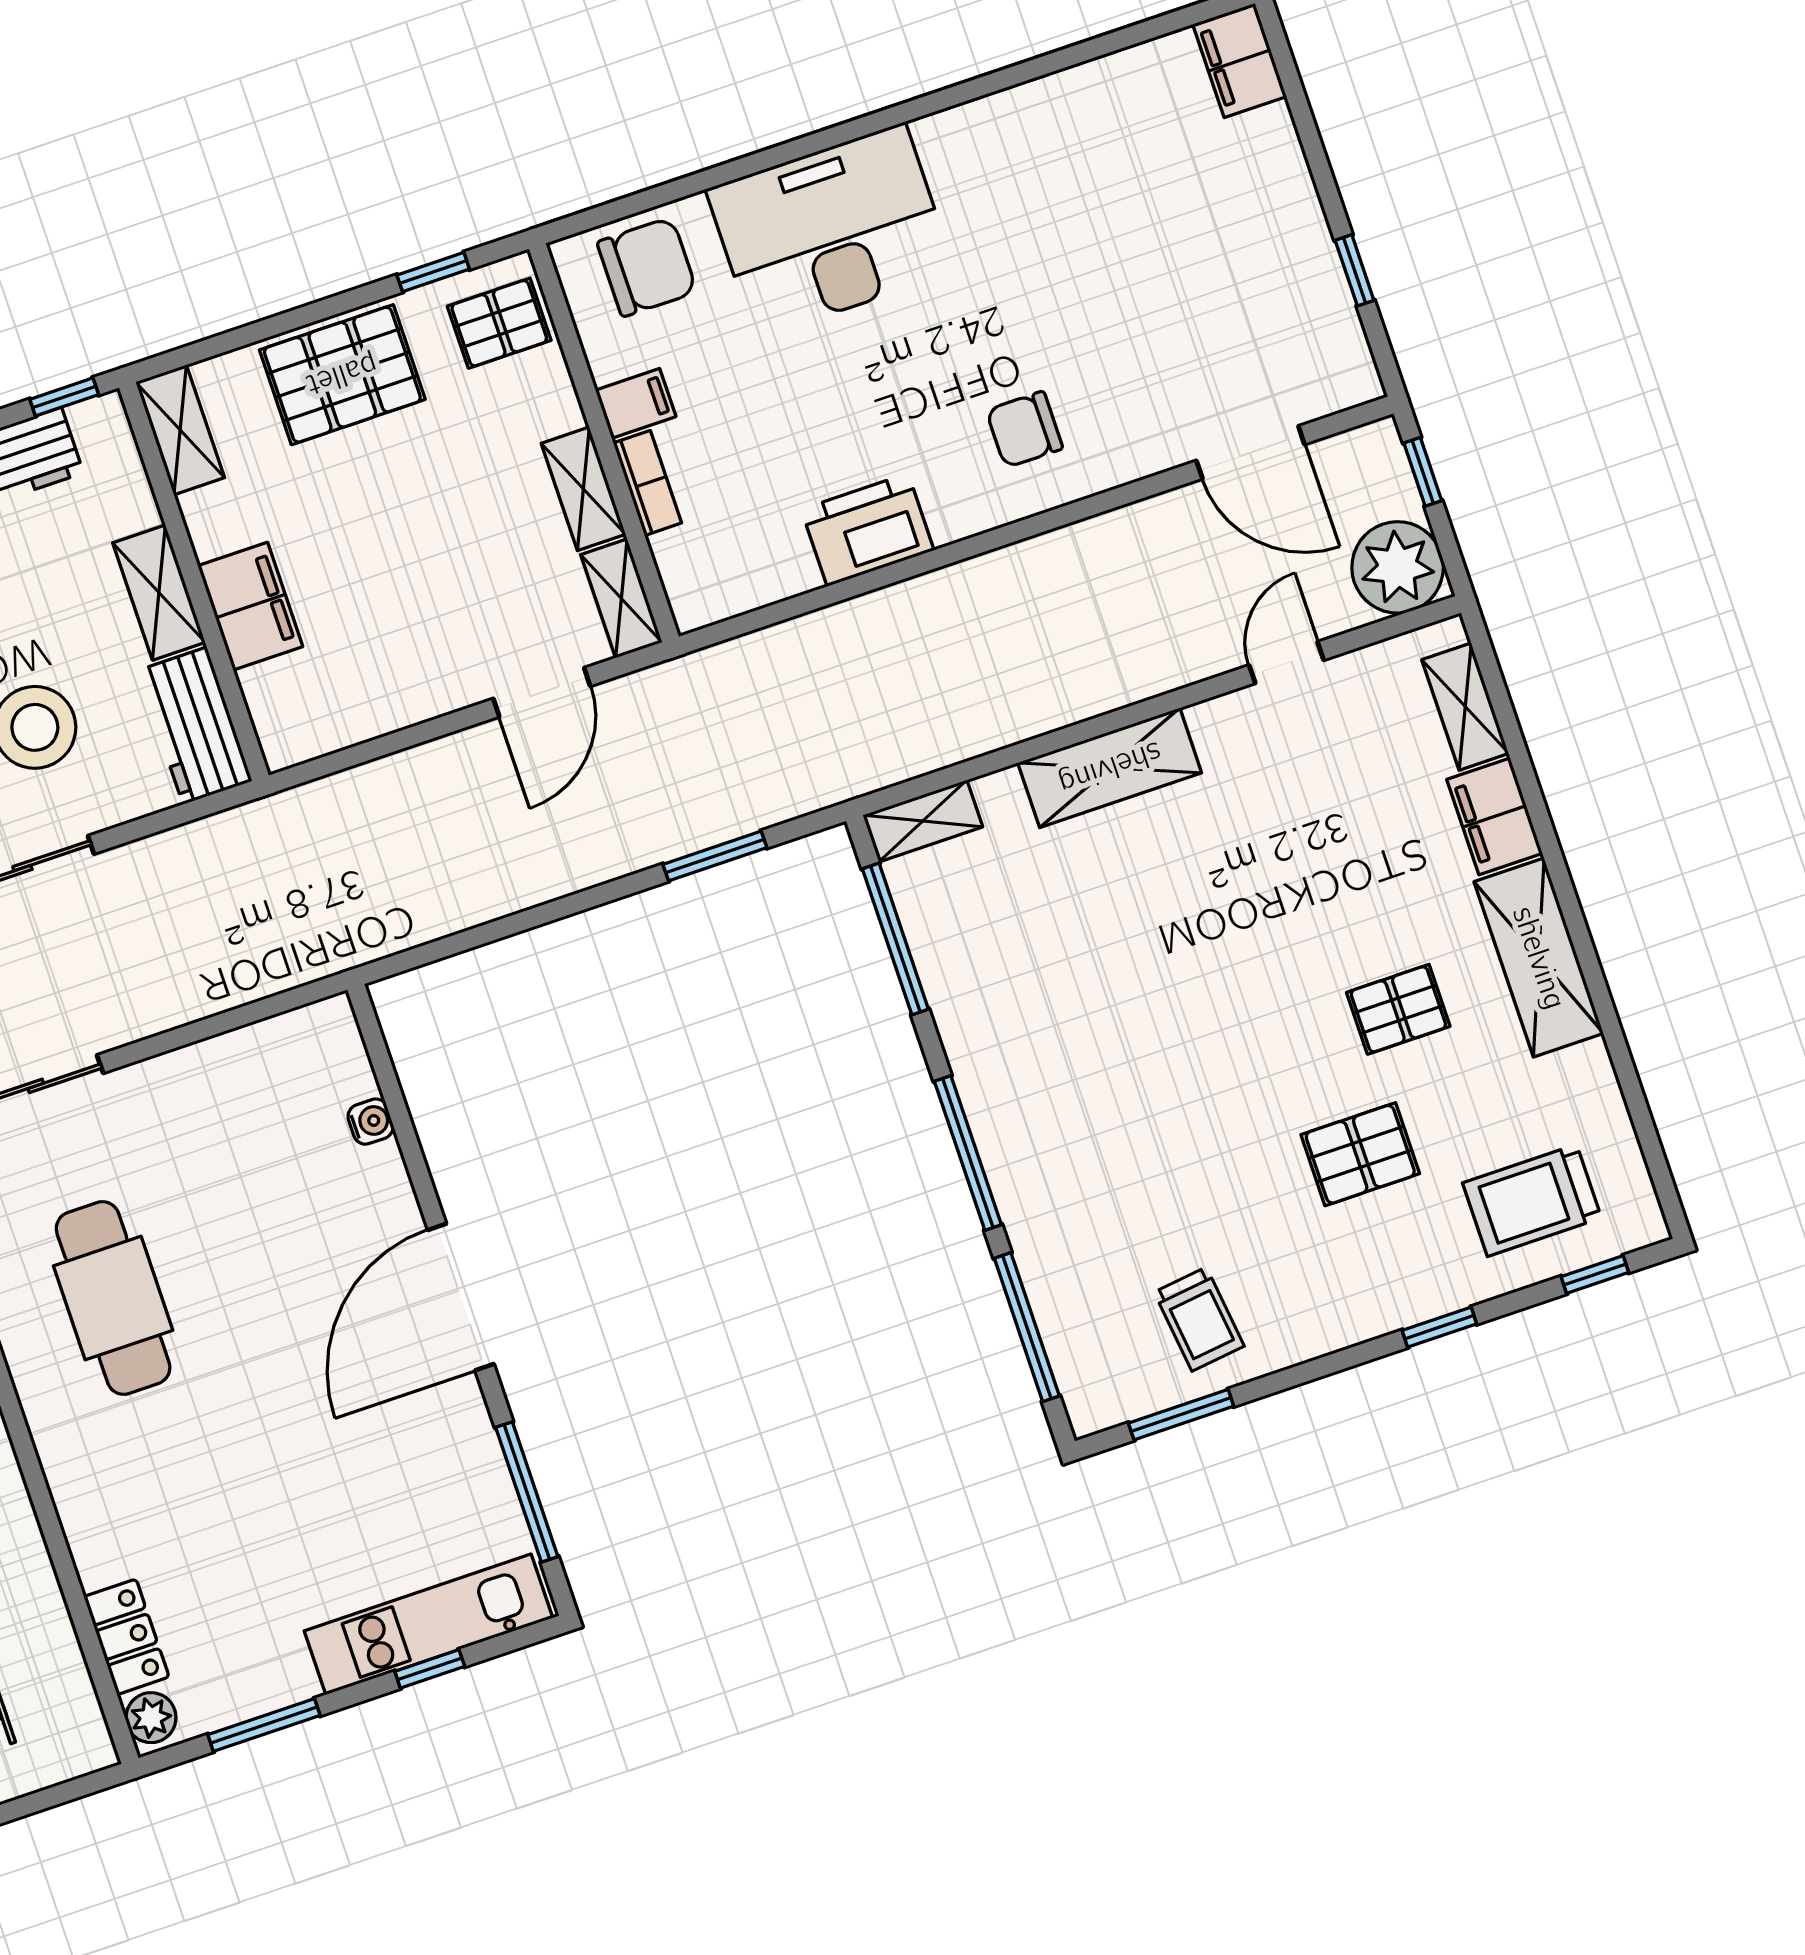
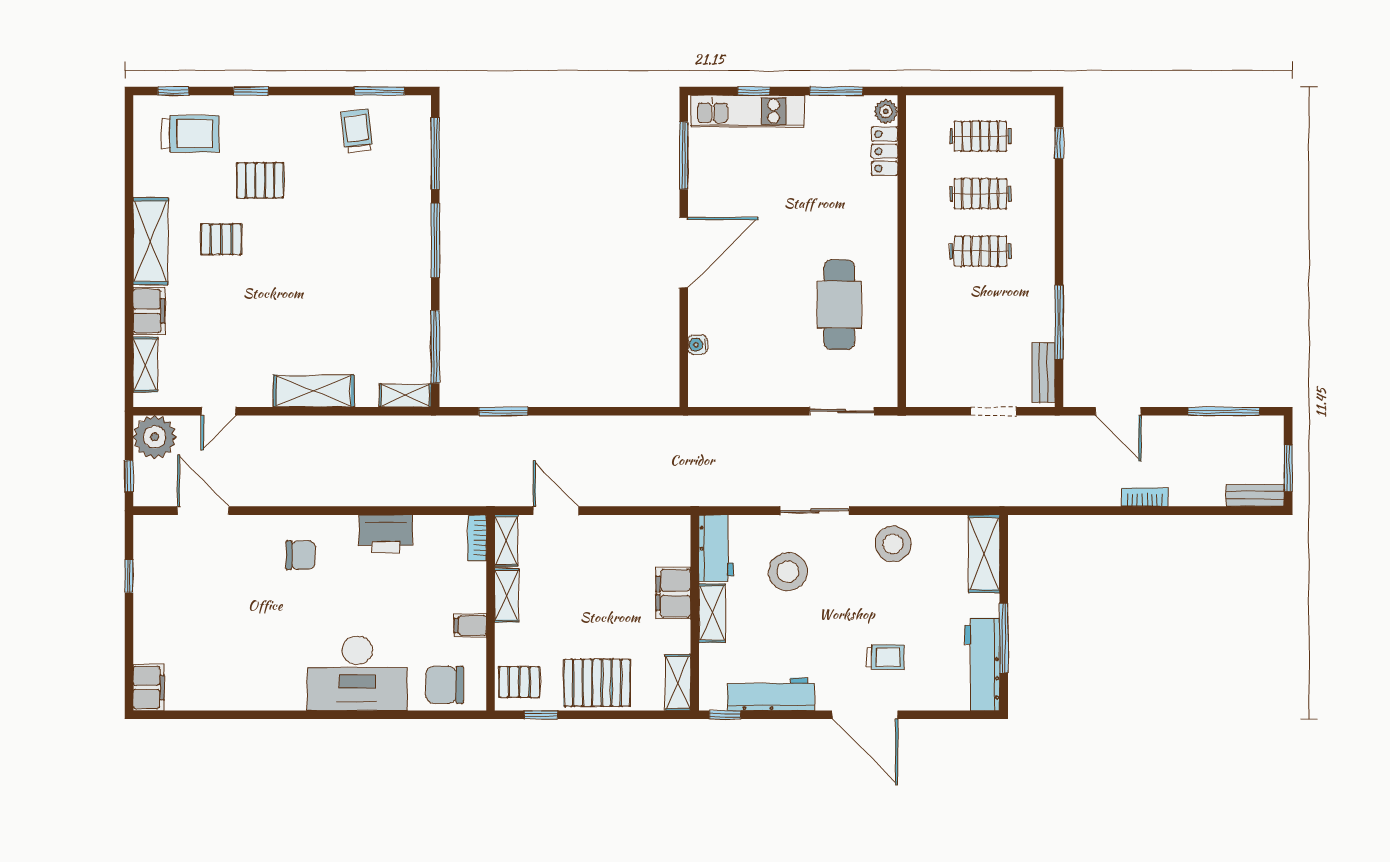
bookcase: (647, 483) -> (477, 538), moved
door: (542, 692) -> (556, 511), hinge flipped

